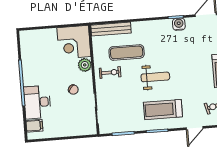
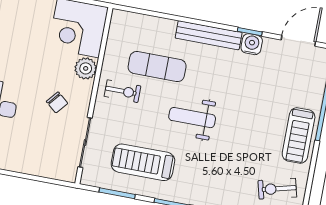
bench: (111, 29) -> (209, 35), moved
weight bench: (155, 77) -> (192, 118), turned 180
treadmill: (163, 110) -> (143, 162), moved

